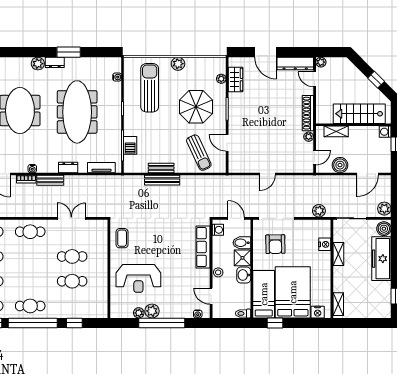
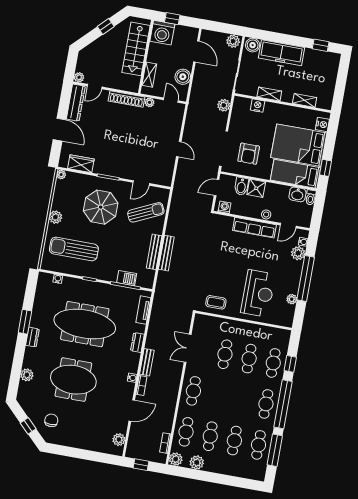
door: (266, 52) -> (59, 130), hinge flipped
plant: (38, 64) -> (27, 375), moved
plant: (221, 79) -> (61, 175), moved
washing machine: (385, 132) -> (162, 33), width x1.89, depth x1.89
bench: (161, 168) -> (154, 252), width x1.36
armchair: (275, 244) -> (249, 154), turned 91
row of seats: (203, 247) -> (254, 228), moved
washbasin: (244, 275) -> (297, 194), moved
shelving: (338, 304) -> (305, 100), moved
cafe table: (72, 306) -> (273, 363), added
plant: (152, 311) -> (298, 253), moved

